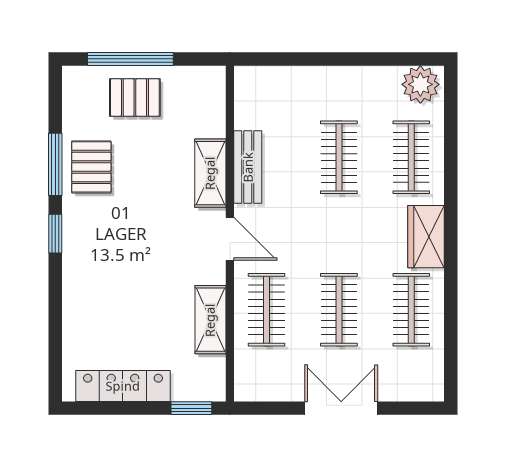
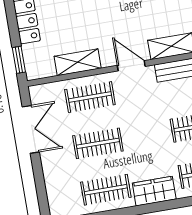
door: (230, 239) -> (131, 66), swing flipped
double door: (341, 408) -> (31, 129), moved

